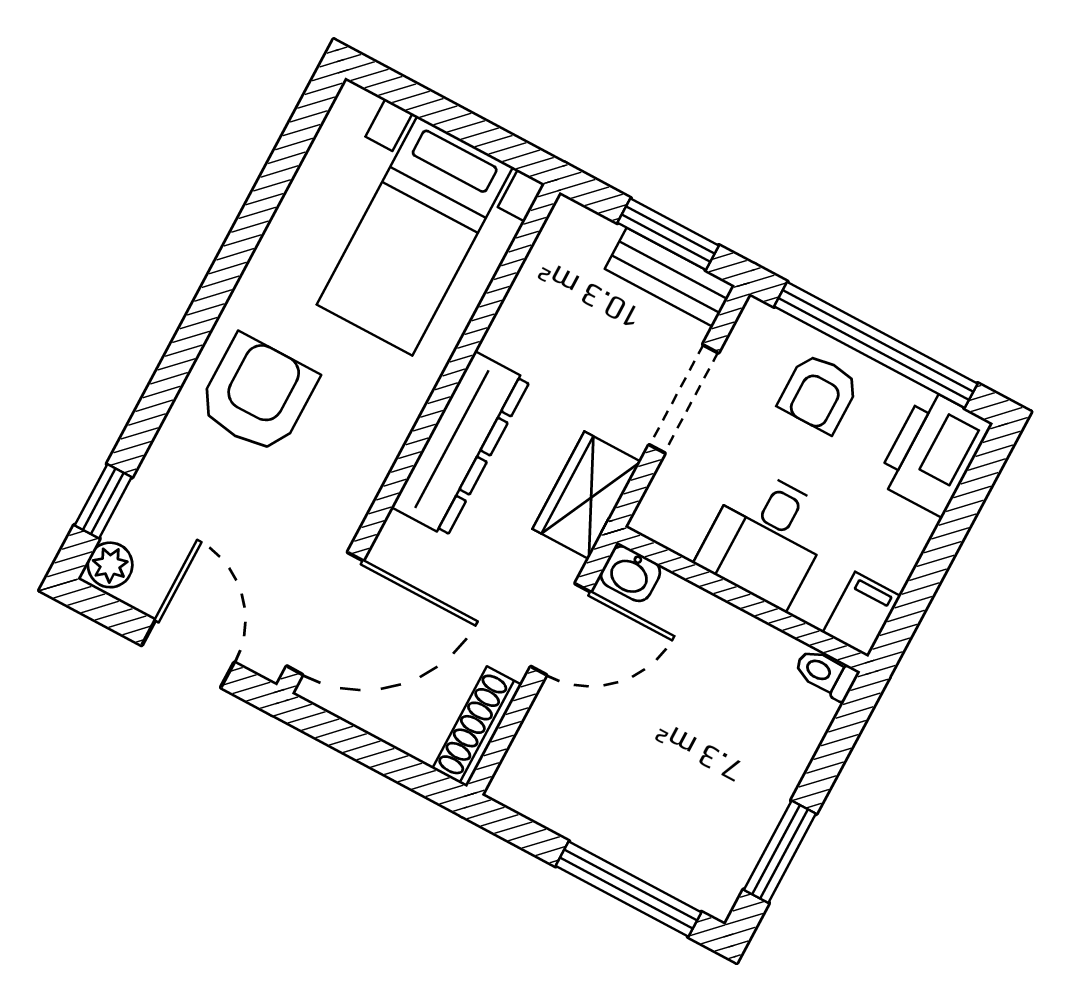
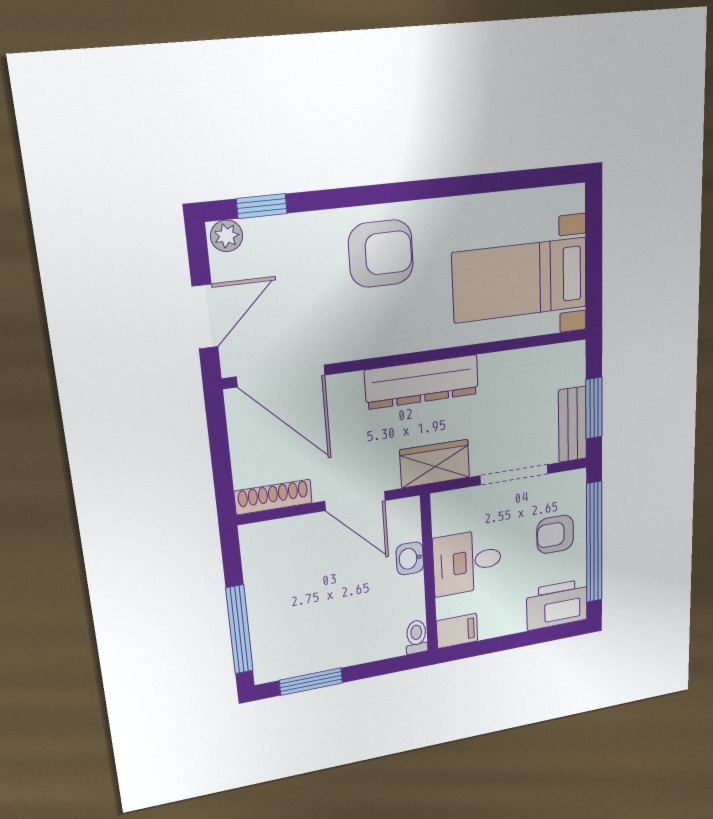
washbasin: (630, 574) -> (410, 558), moved

